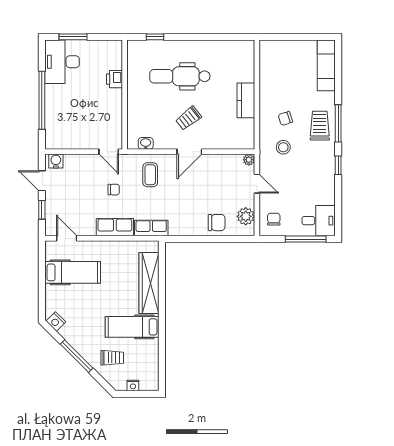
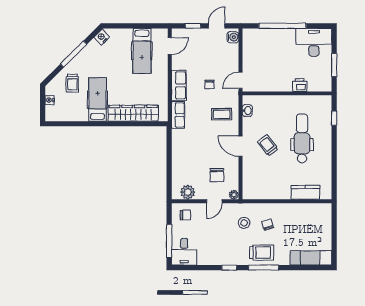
window: (73, 37) -> (334, 65), moved
kitchen counter: (246, 100) -> (305, 192), moved
chair: (217, 223) -> (217, 175), moved

